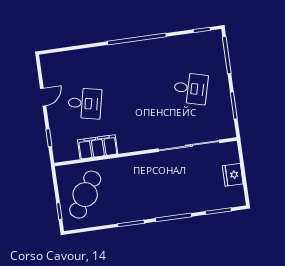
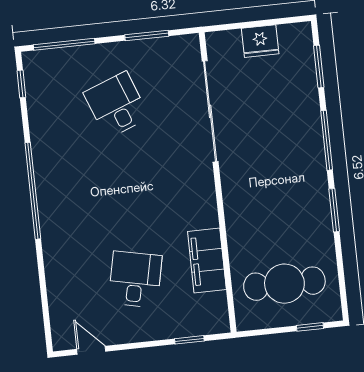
desk: (191, 88) -> (117, 105), turned -36
door: (43, 97) -> (91, 350), moved
cafe table: (85, 195) -> (284, 284), turned -32

